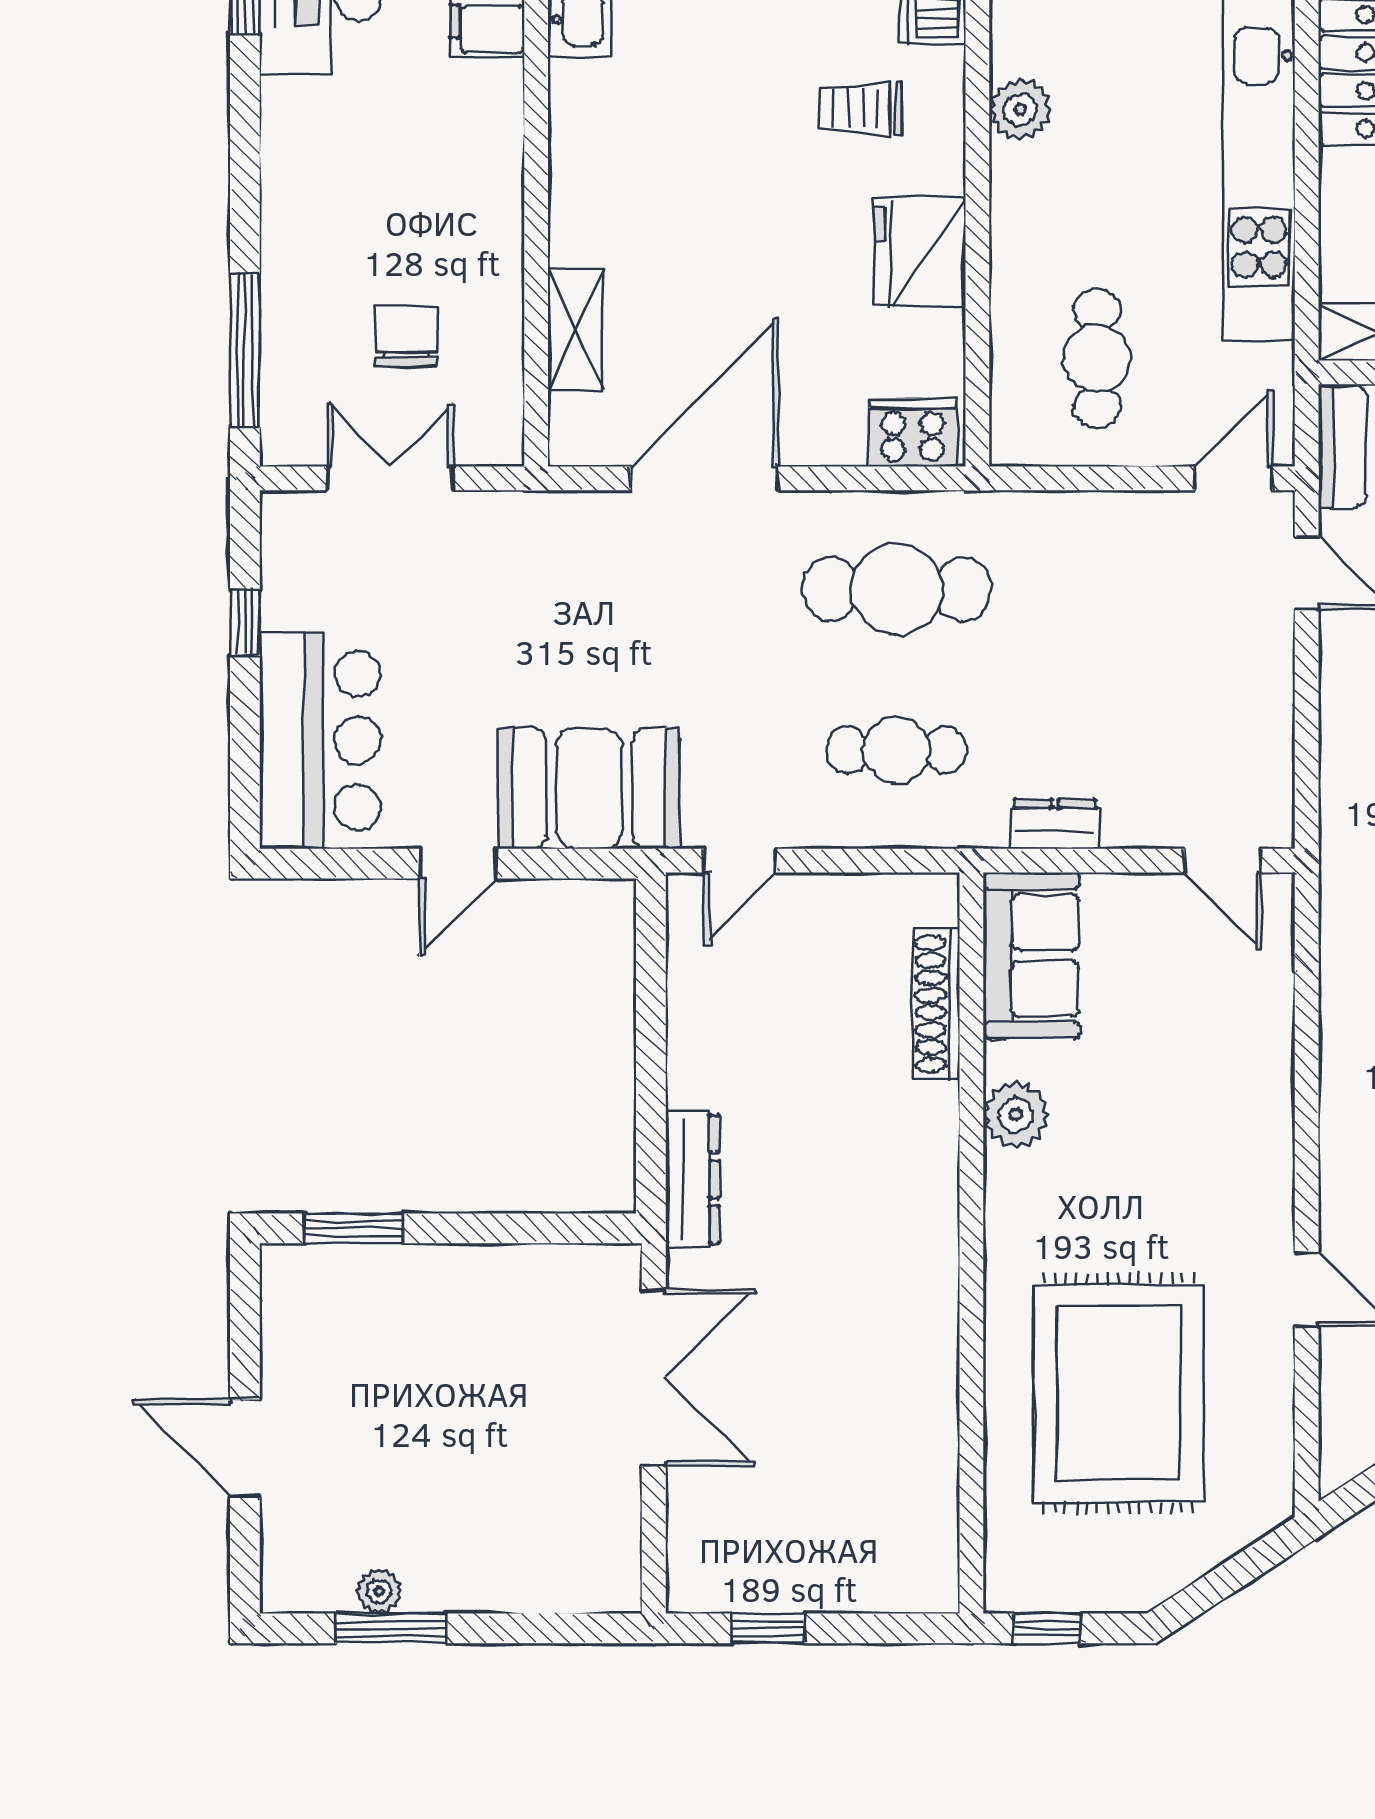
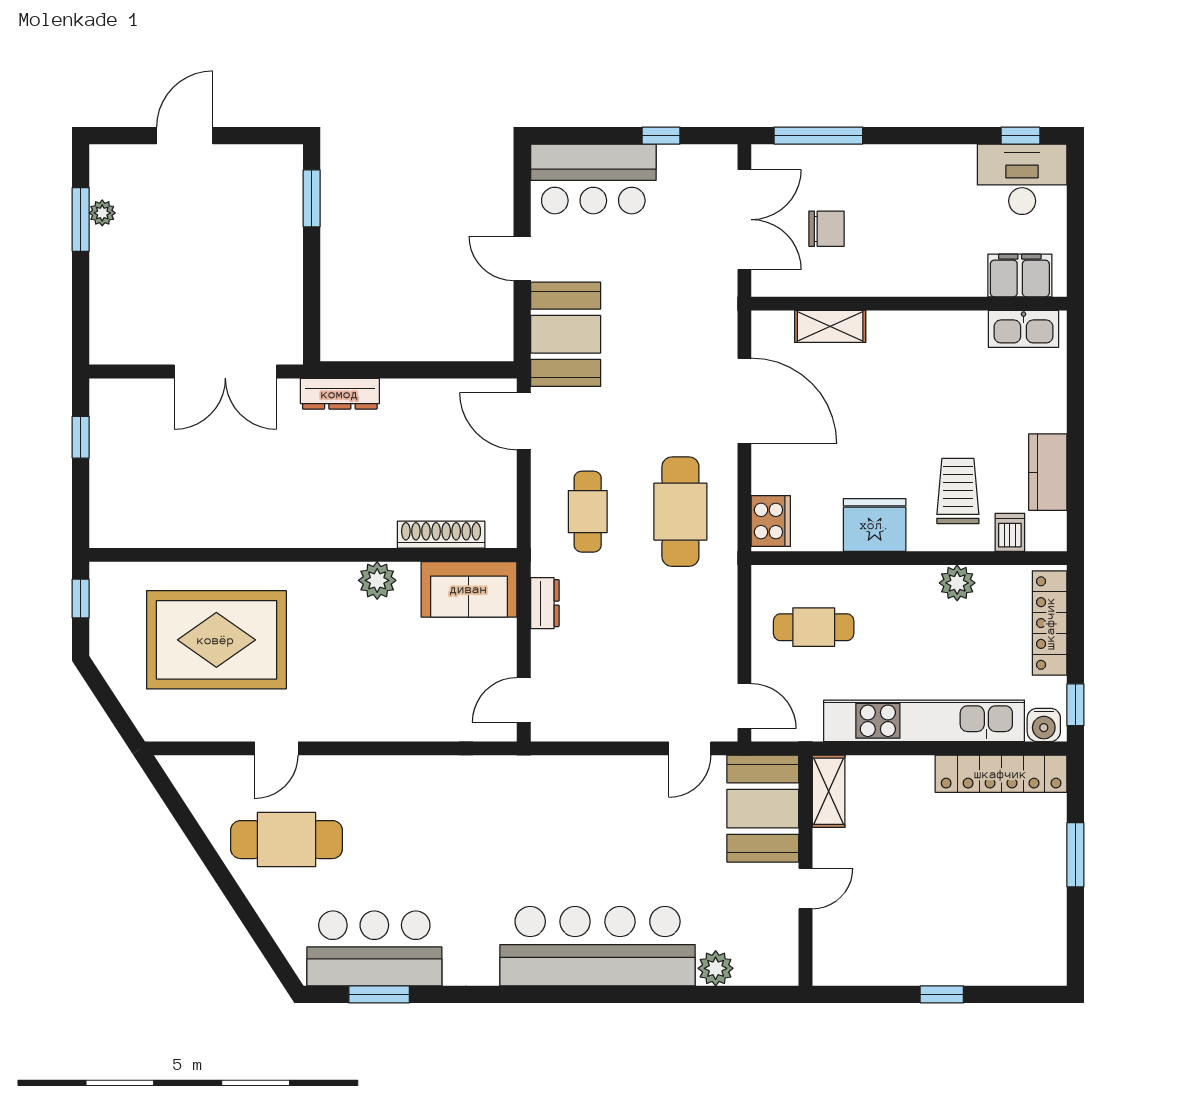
trolley: (861, 108) -> (958, 491), width x1.36, depth x1.39
double door: (391, 478) -> (744, 220), width x1.37
door: (740, 861) -> (524, 421), width x1.38

